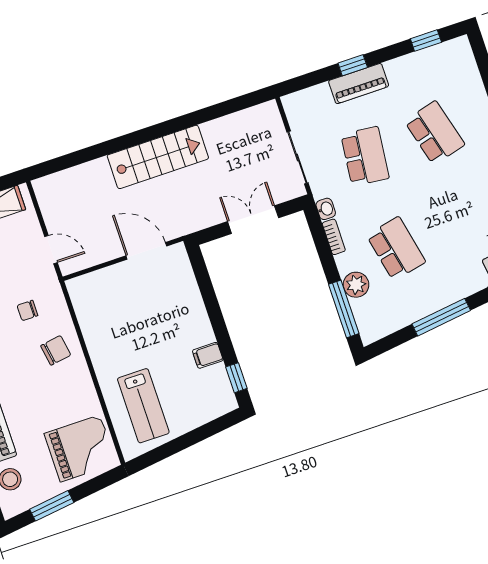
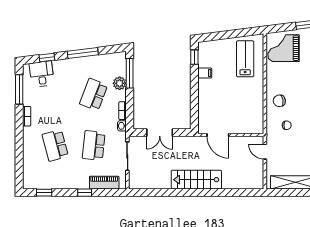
piano: (359, 84) -> (104, 183), moved
school desk: (396, 249) -> (94, 94), turned 33

